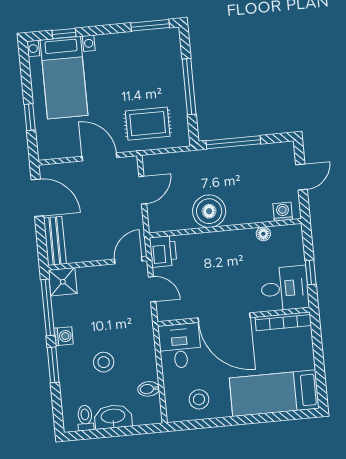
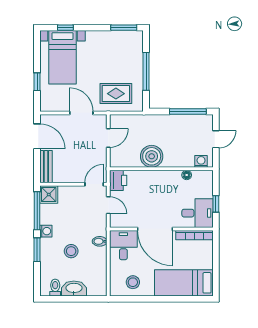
window: (233, 142) -> (188, 112), moved
bidet: (149, 389) -> (100, 241), moved

